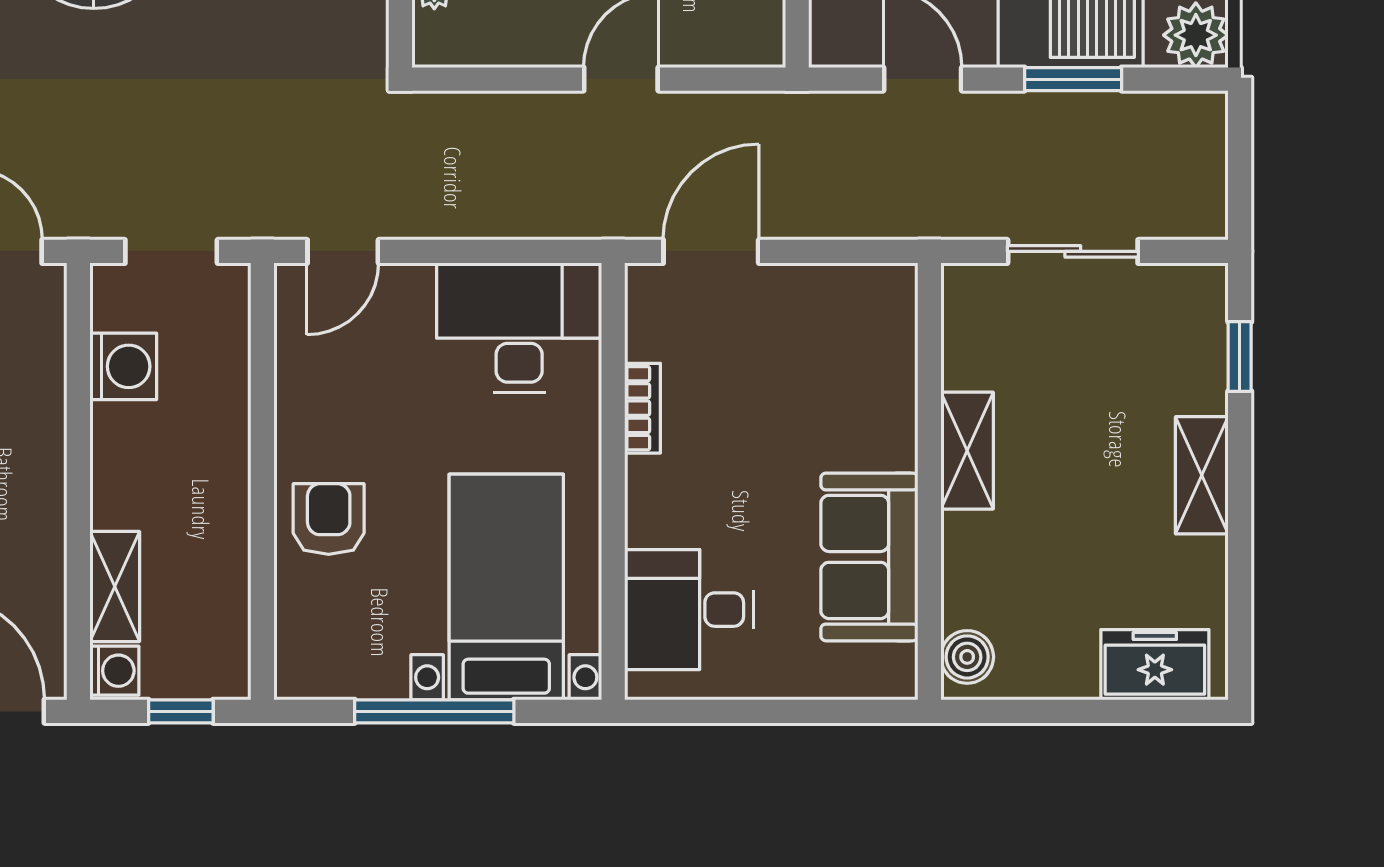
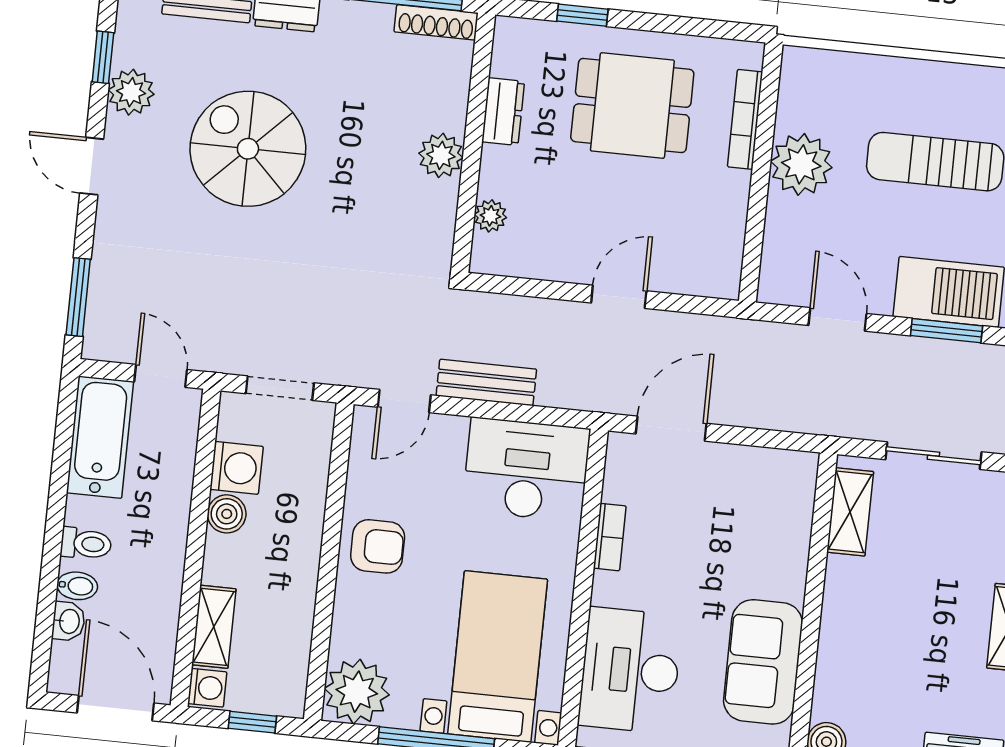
bench: (452, 214) -> (486, 382), added
boiler: (116, 431) -> (227, 514), added
shelving: (967, 451) -> (850, 512), moved
armchair: (329, 519) -> (378, 546), moved, turned 90
desk: (689, 610) -> (630, 670), width x1.37
plant: (319, 655) -> (357, 692), added

